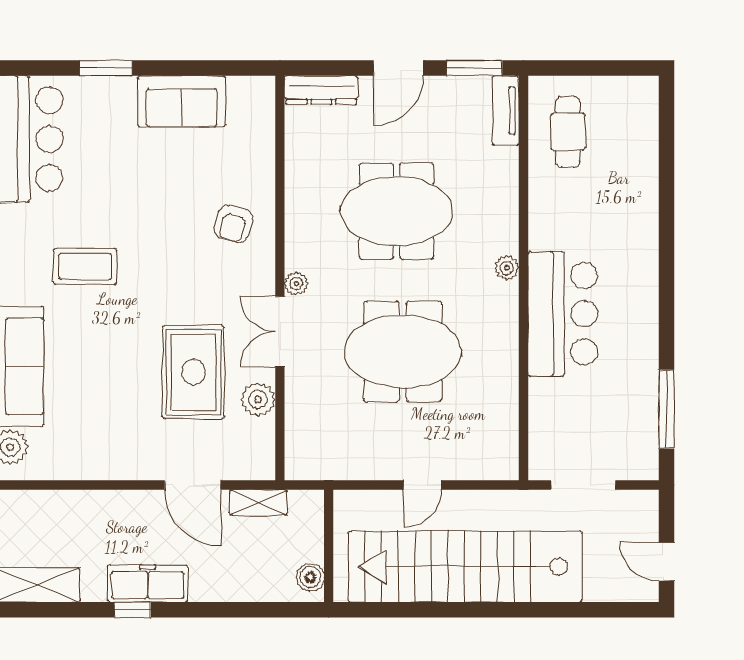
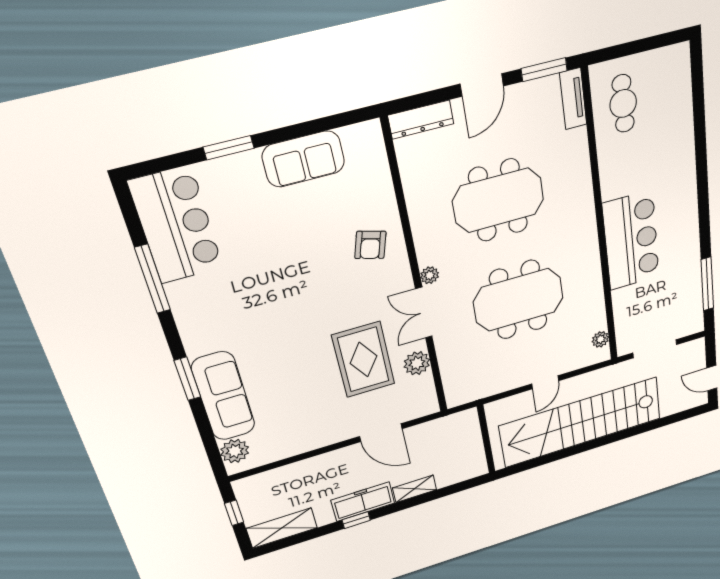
coffee table: (85, 266) -> (257, 310), removed
plant: (507, 268) -> (600, 339), moved
shelving: (258, 503) -> (415, 489), moved
boiler: (310, 577) -> (477, 462), removed

